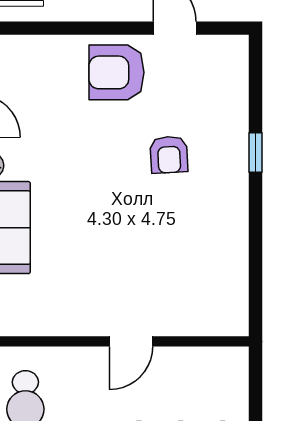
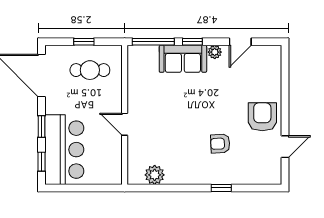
plant: (230, 283) -> (155, 175), added

